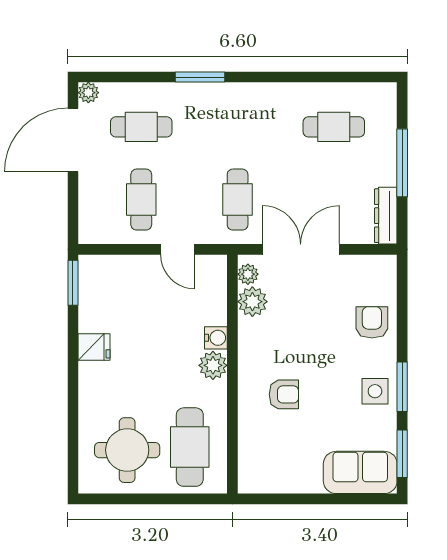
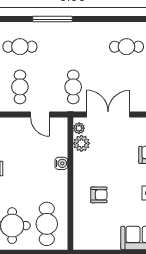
window: (200, 77) -> (52, 19), width x1.44
plant: (213, 365) -> (60, 179), removed

